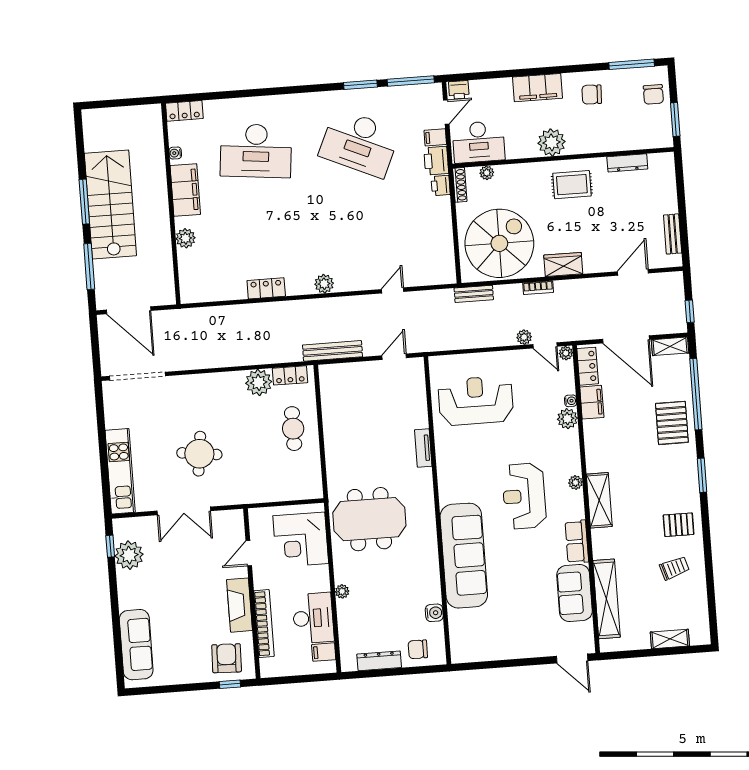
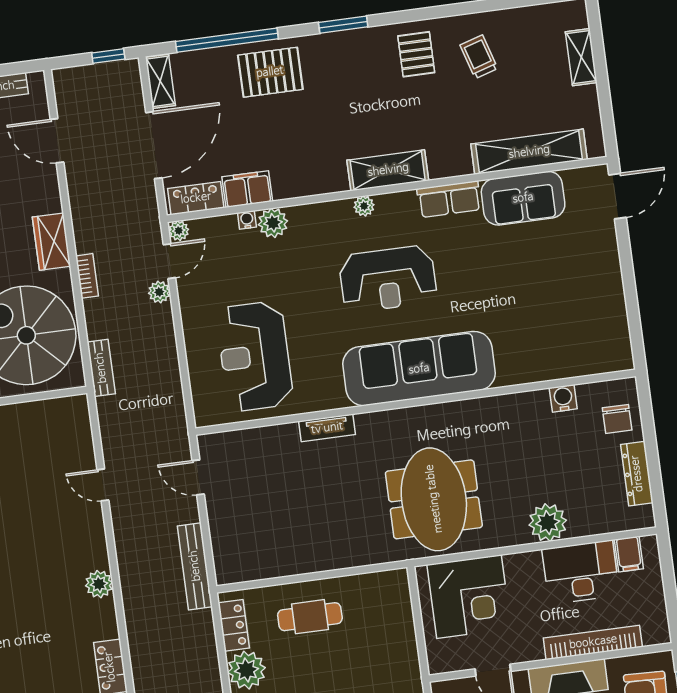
sofa: (464, 556) -> (419, 369), moved
plant: (342, 591) -> (548, 523), width x1.87, depth x1.87

